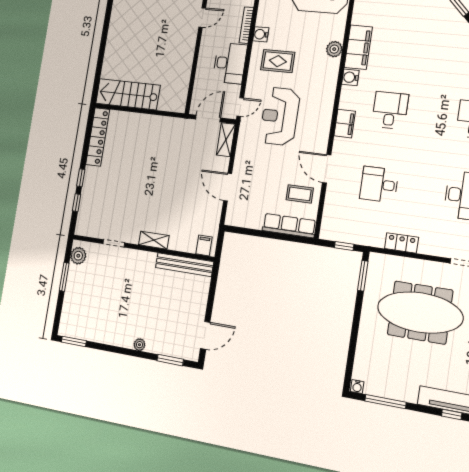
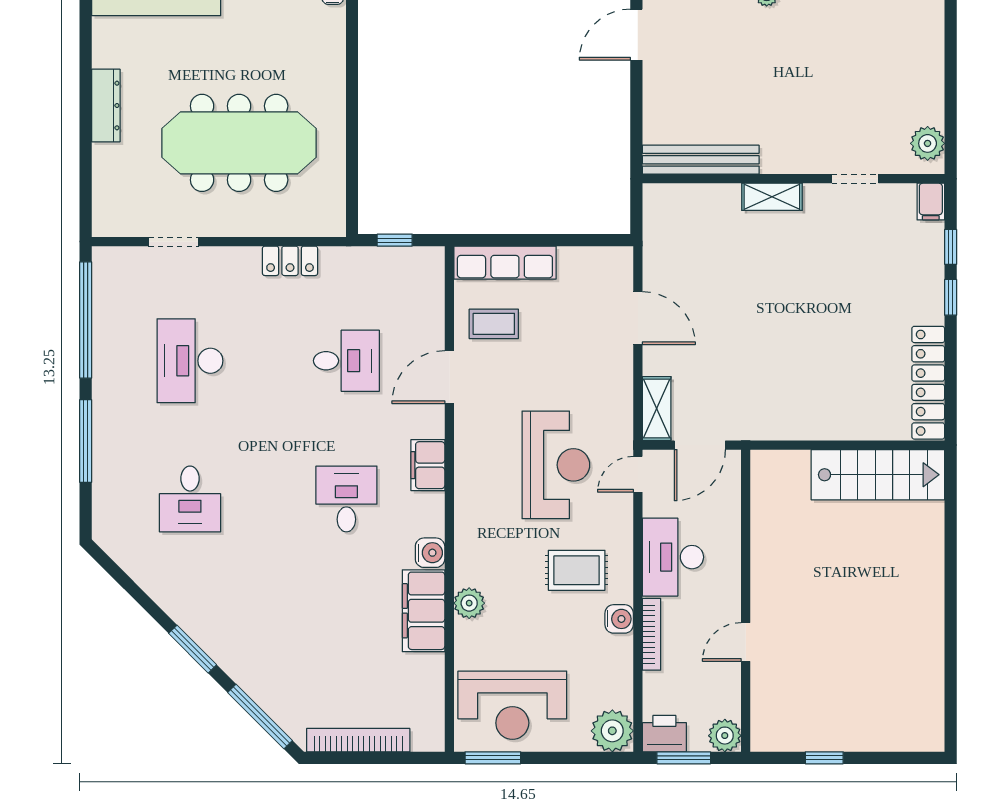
desk: (390, 110) -> (346, 499), turned 180
door: (327, 169) -> (449, 377), swing flipped
filing cabinet: (204, 245) -> (931, 202), moved
window: (363, 276) -> (352, 192), removed
window: (64, 277) -> (951, 98), removed

